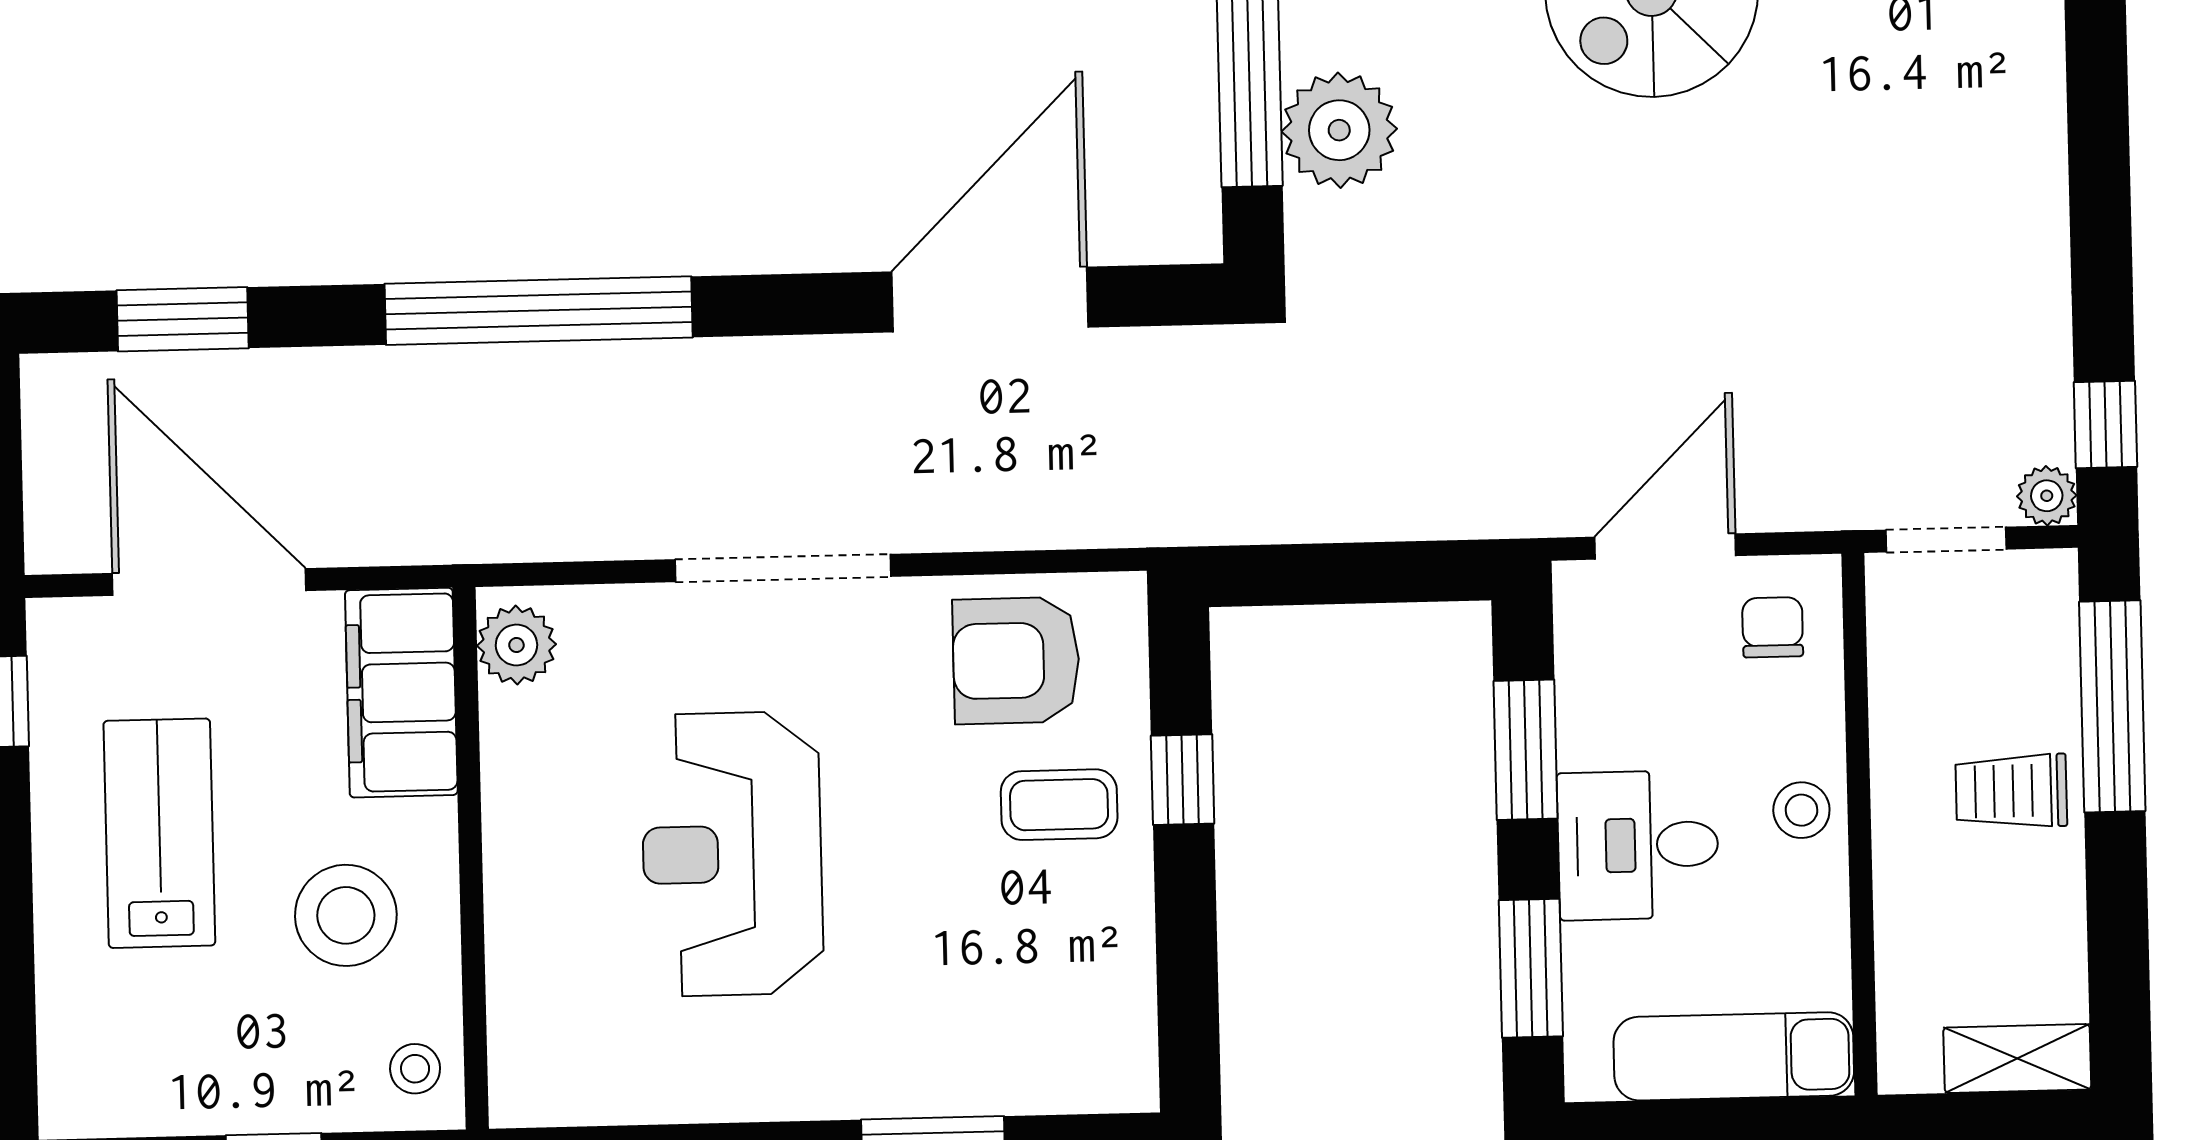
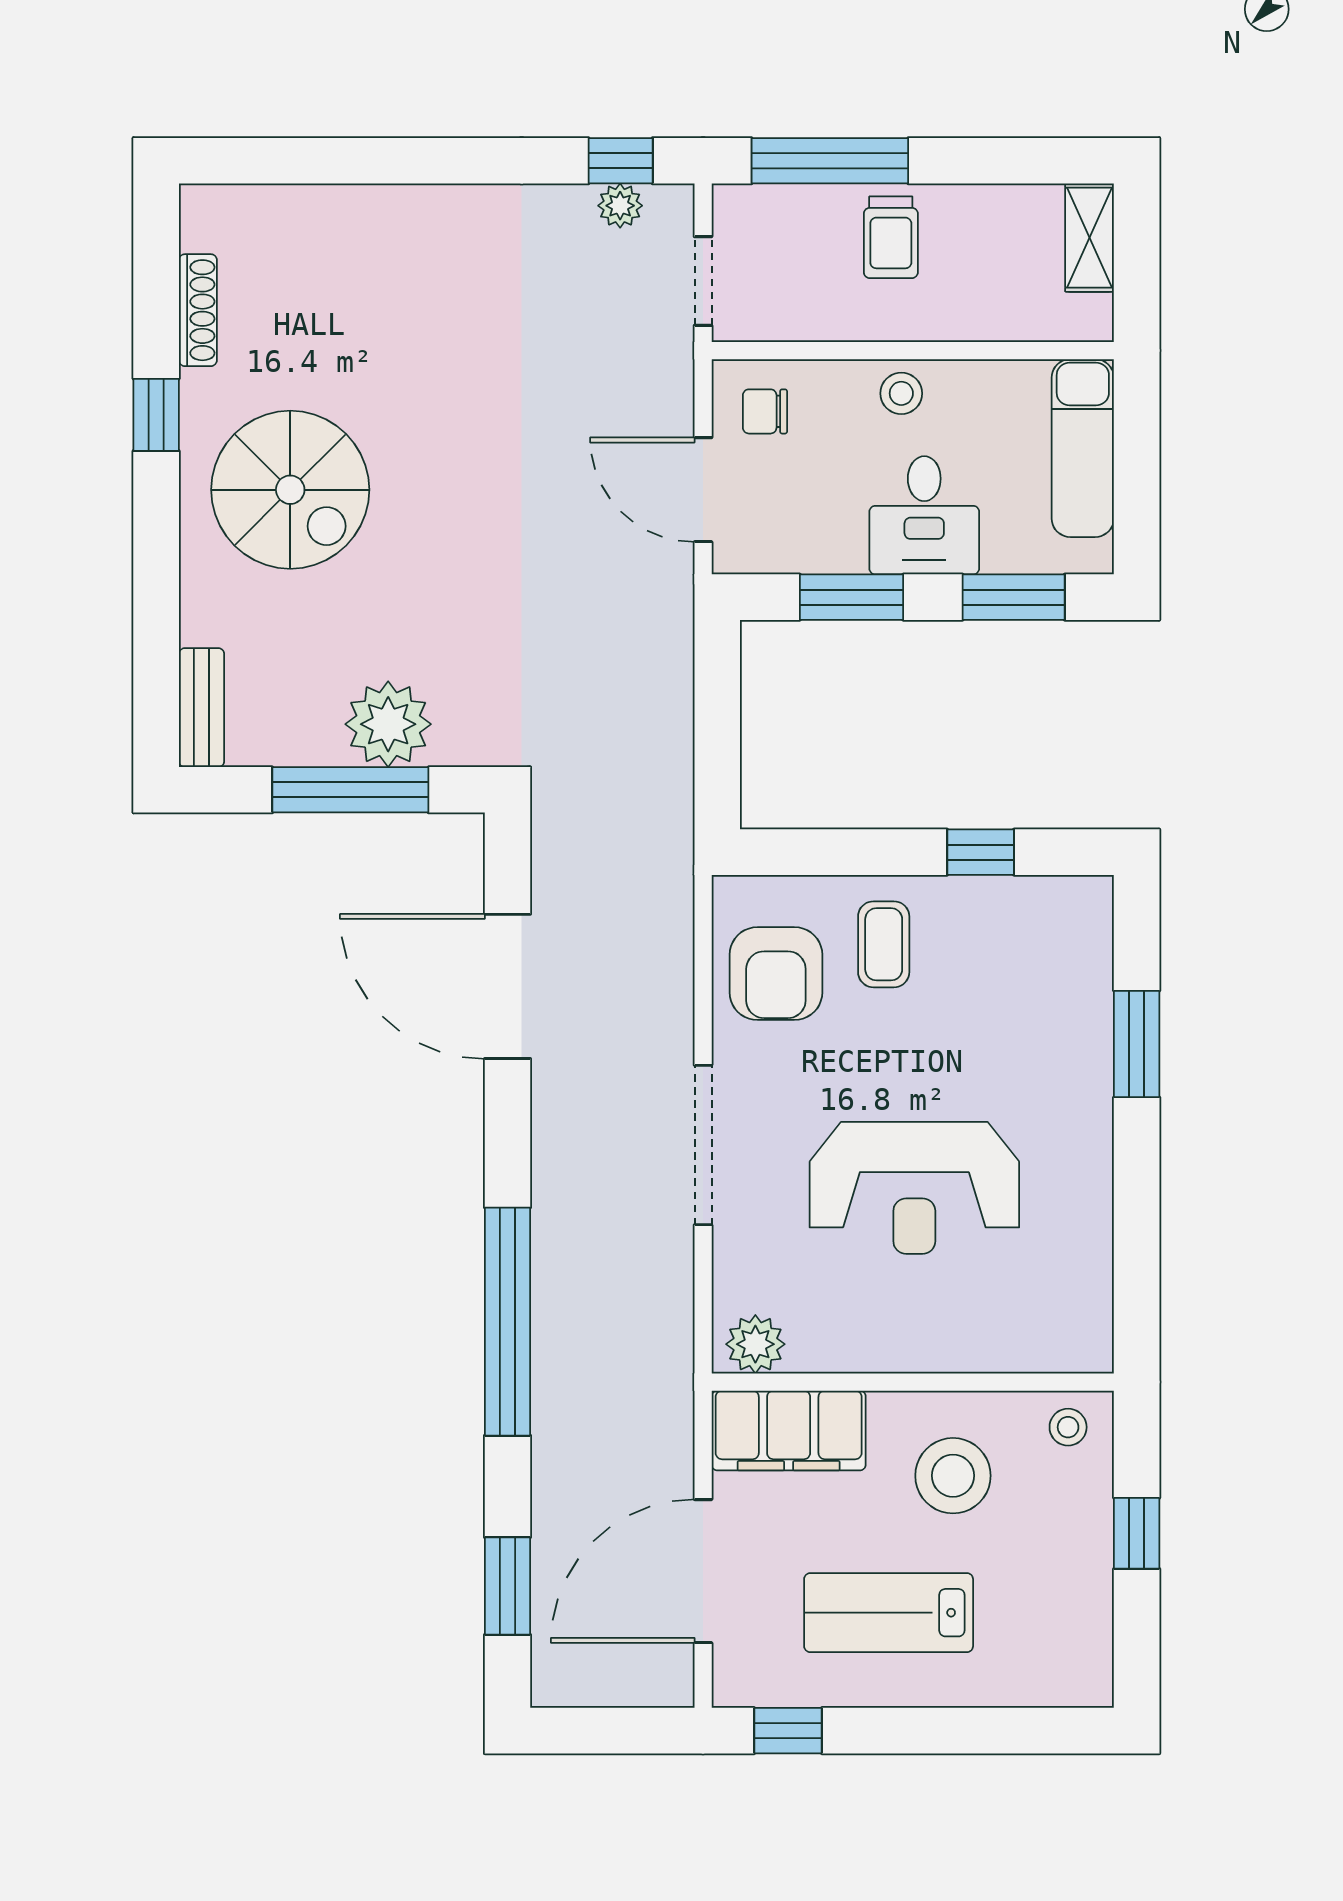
plant: (2047, 496) -> (620, 206), moved
window: (1183, 780) -> (981, 852), moved

